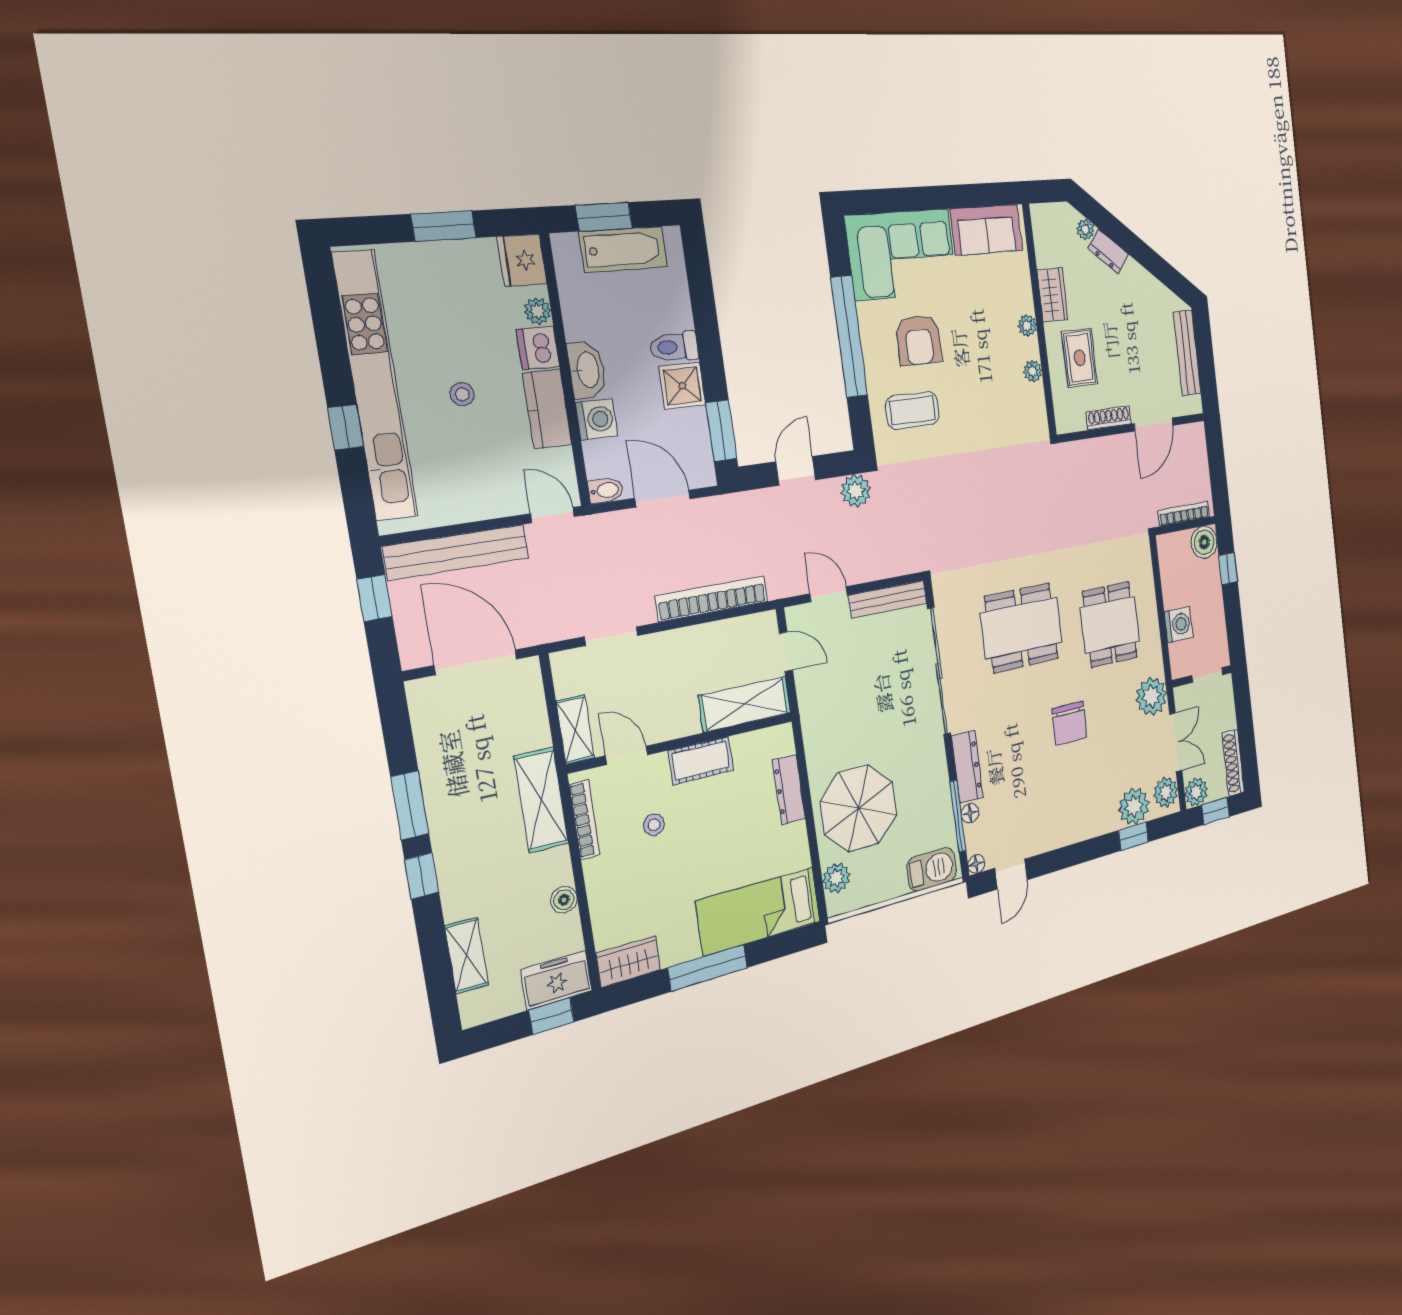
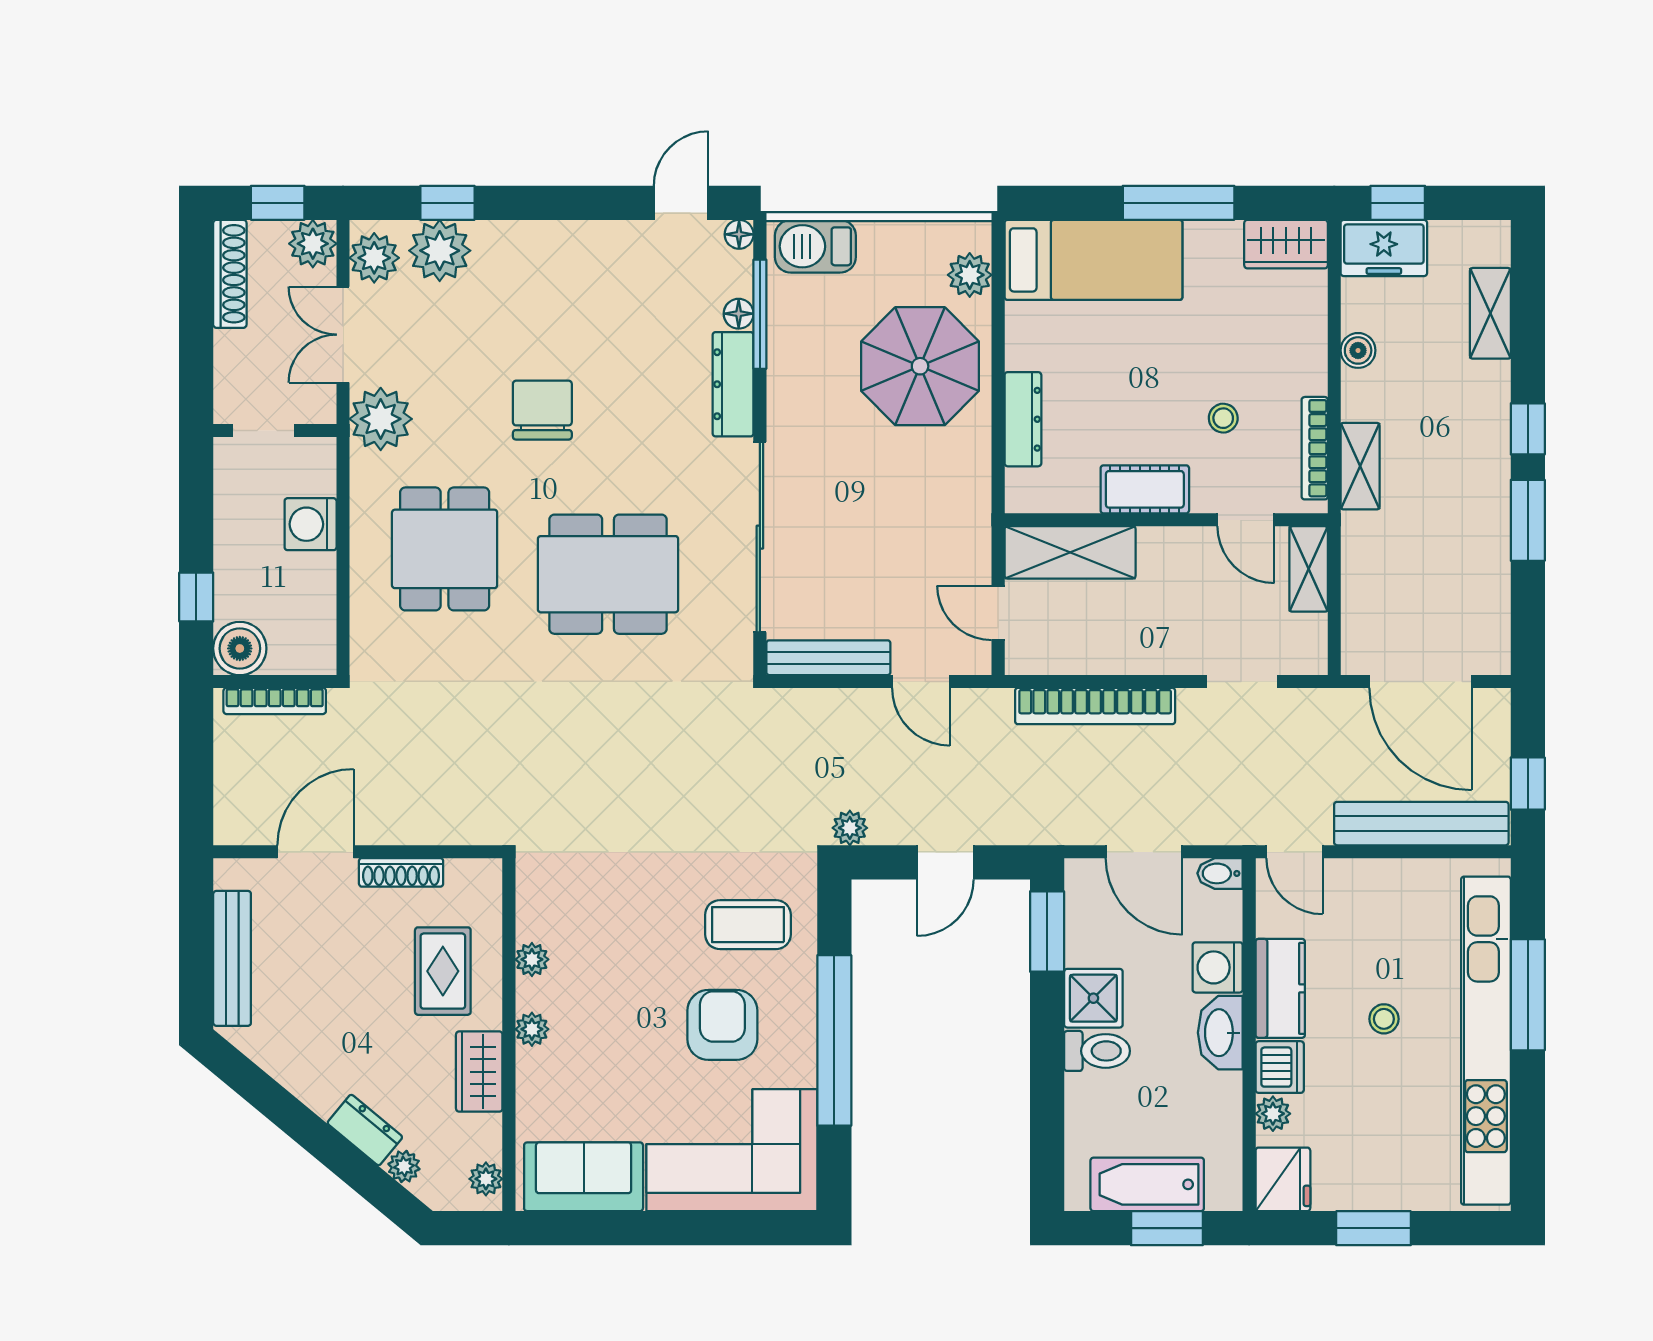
plant: (1041, 225) -> (486, 1179), added
window: (346, 427) -> (1528, 995), width x2.17
plant: (856, 491) -> (850, 828), width x0.73, depth x0.73
shelving: (541, 800) -> (1360, 466), width x0.67, depth x0.75

